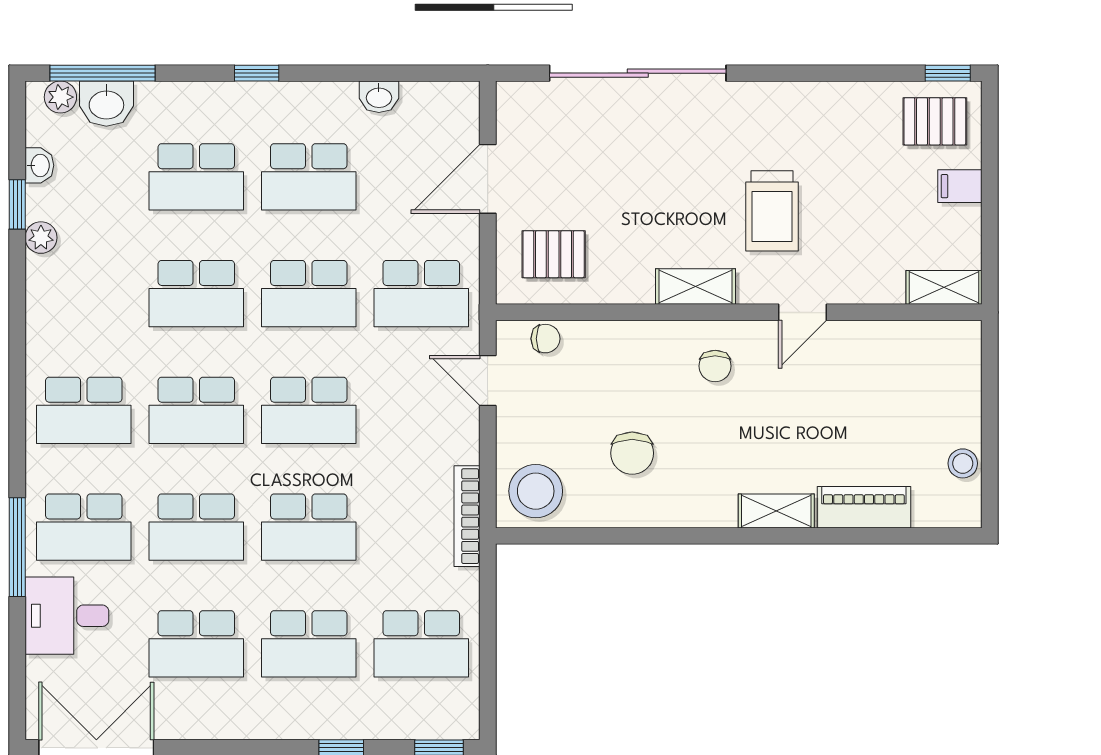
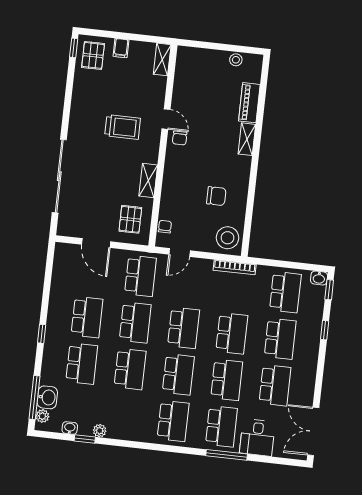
washbasin: (379, 97) -> (319, 278), moved, turned 90
shelving: (696, 287) -> (148, 180), moved
chair: (715, 366) -> (180, 138), moved, turned 90

